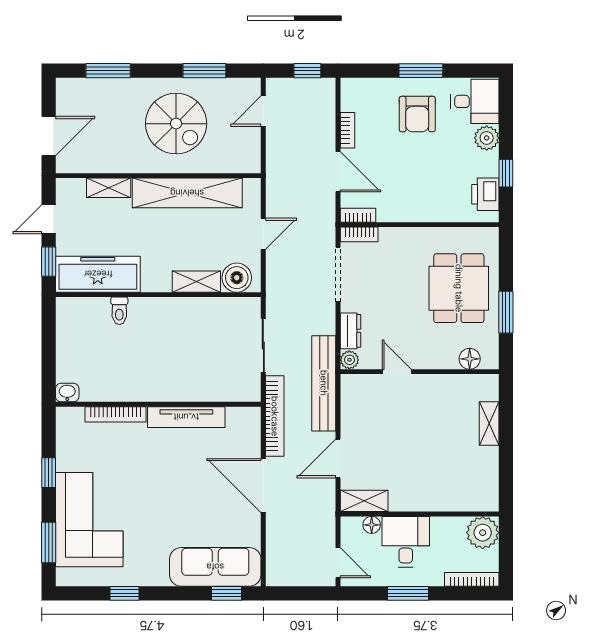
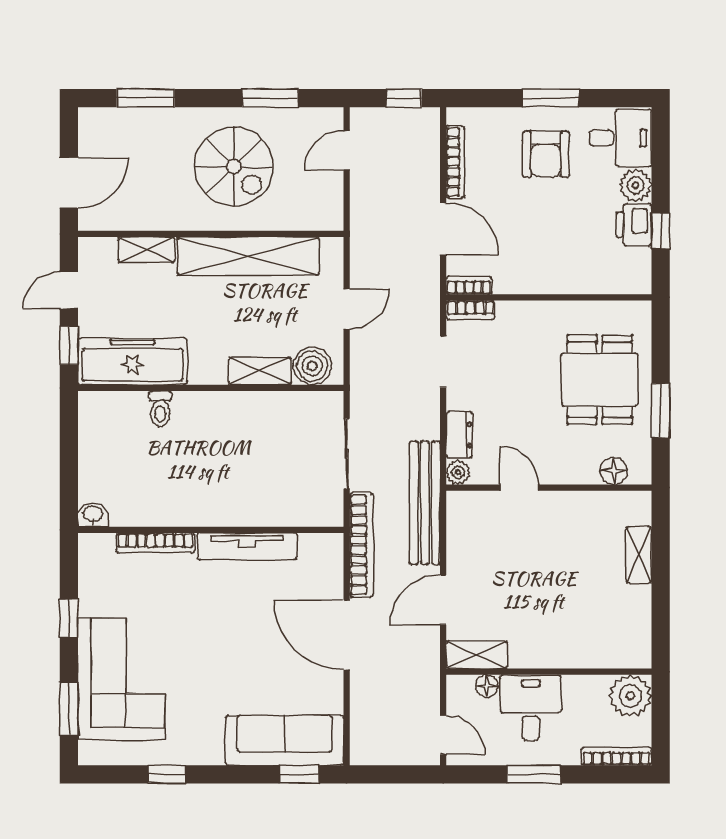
bookcase: (347, 130) -> (455, 162), width x1.56
printer: (485, 194) -> (634, 225), moved
doorway: (338, 274) -> (443, 362), width x0.73

